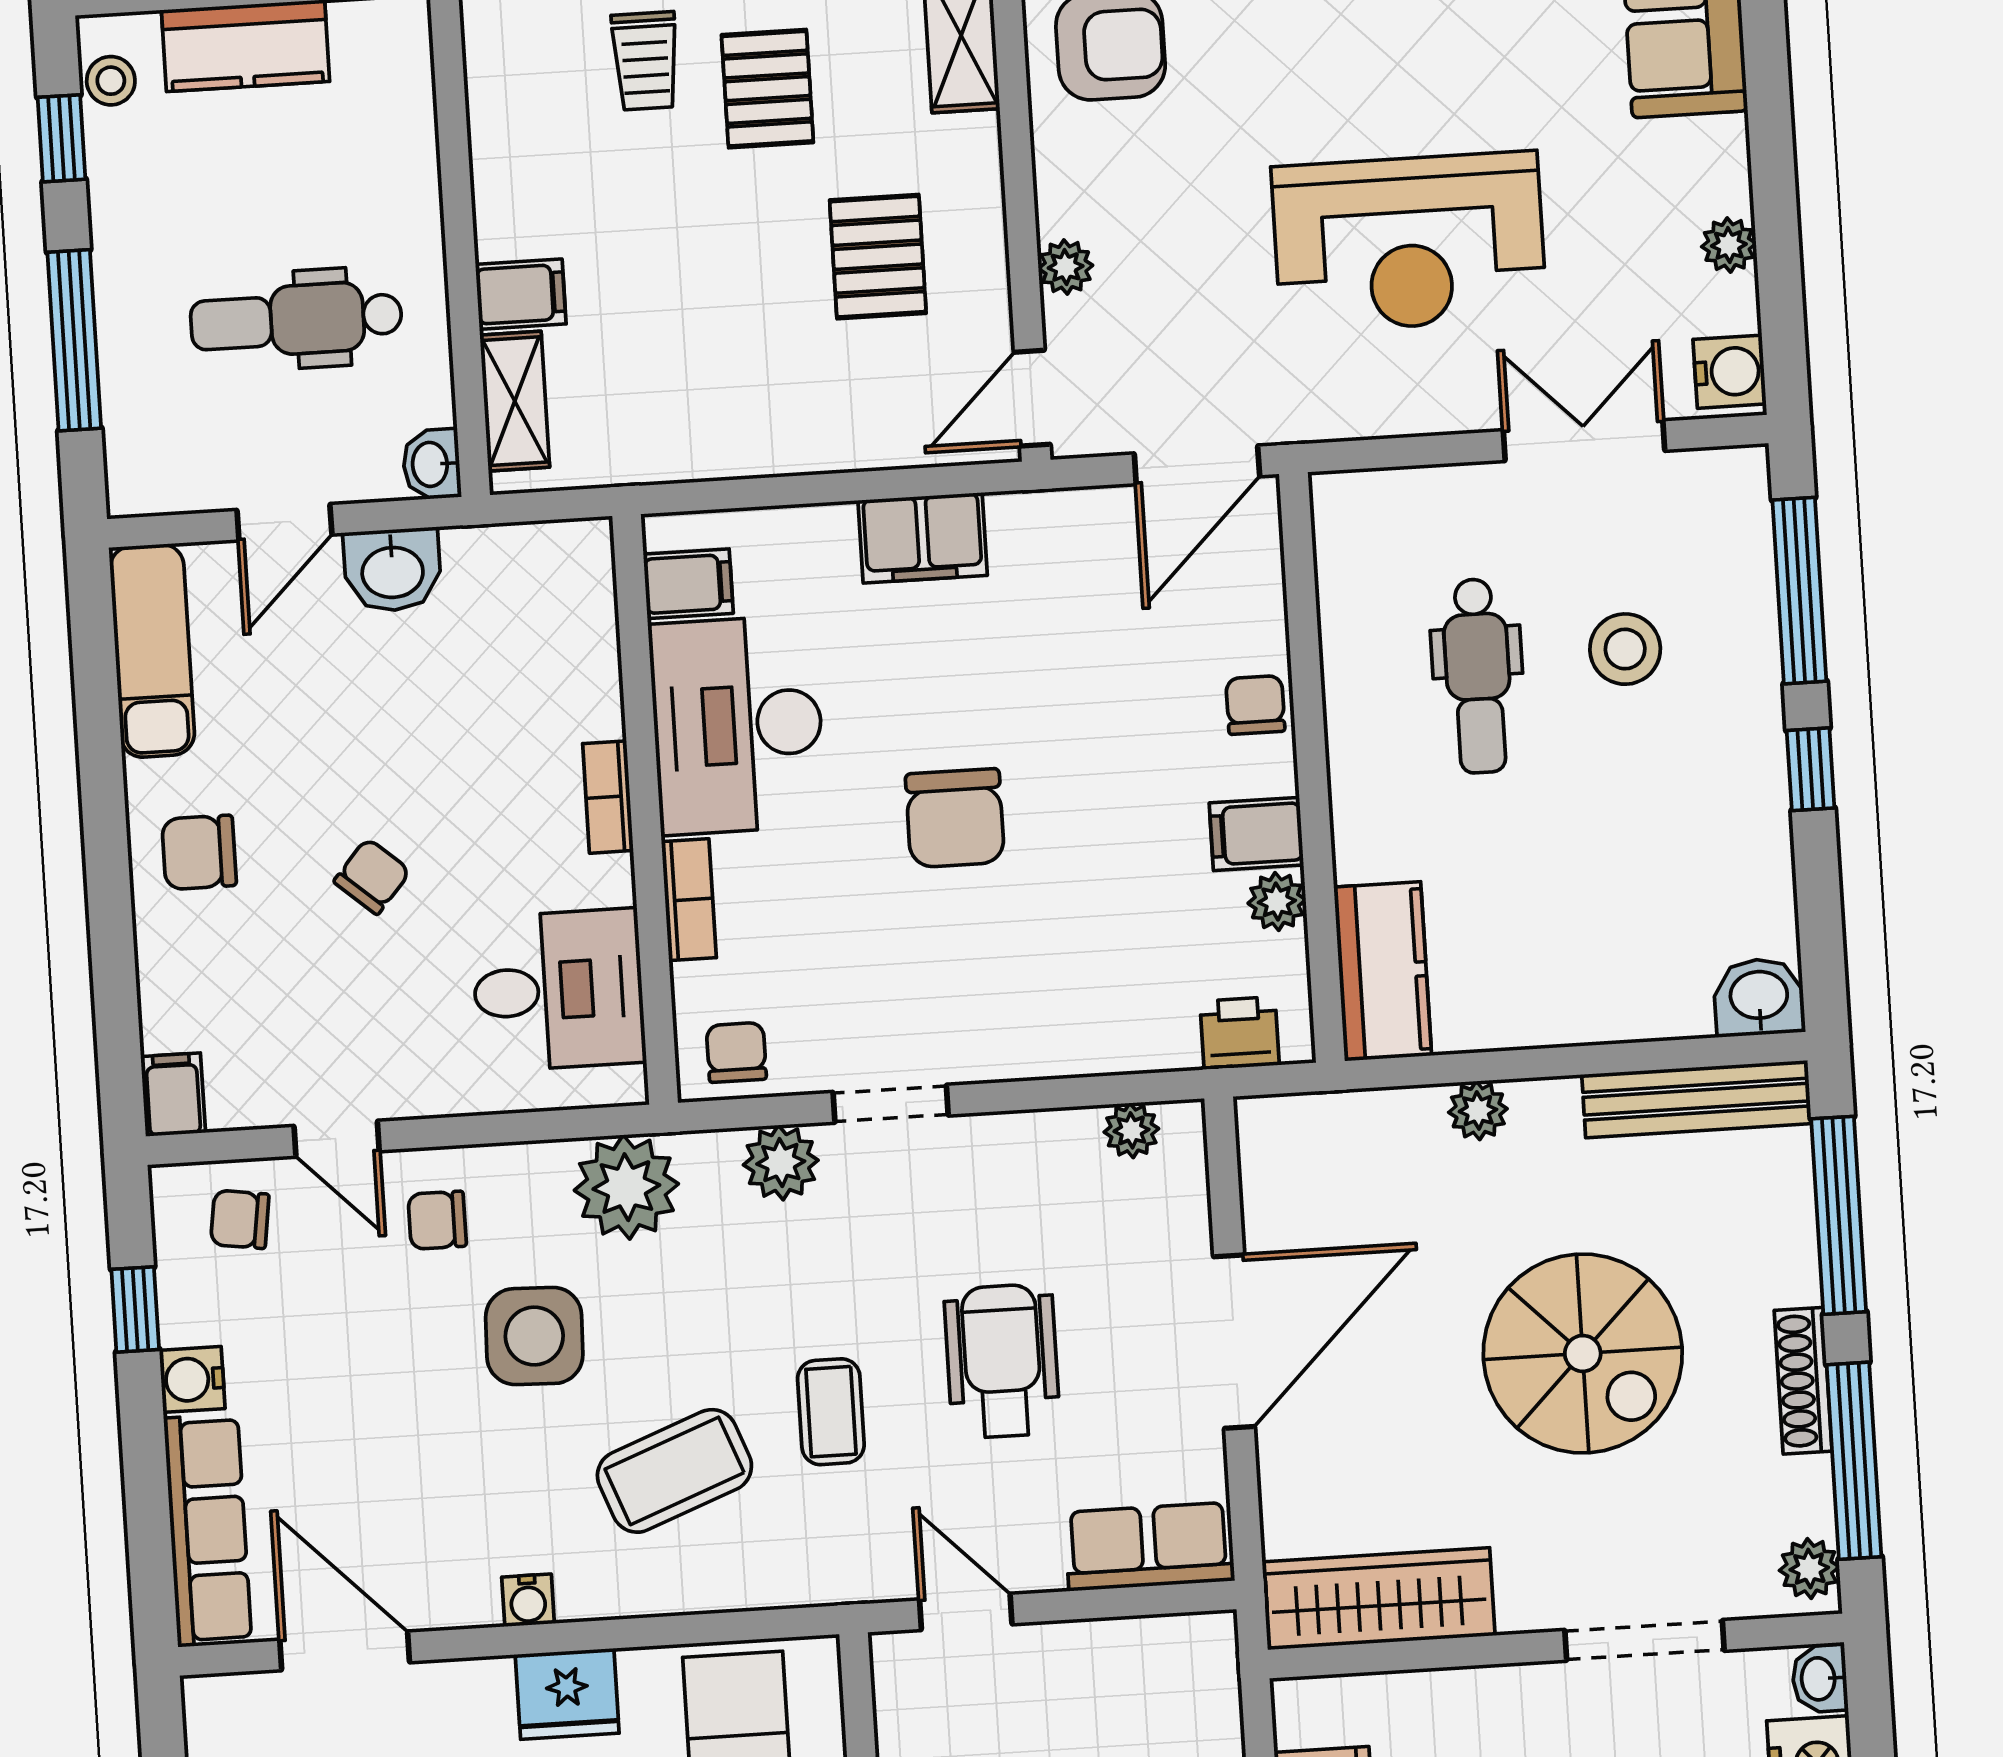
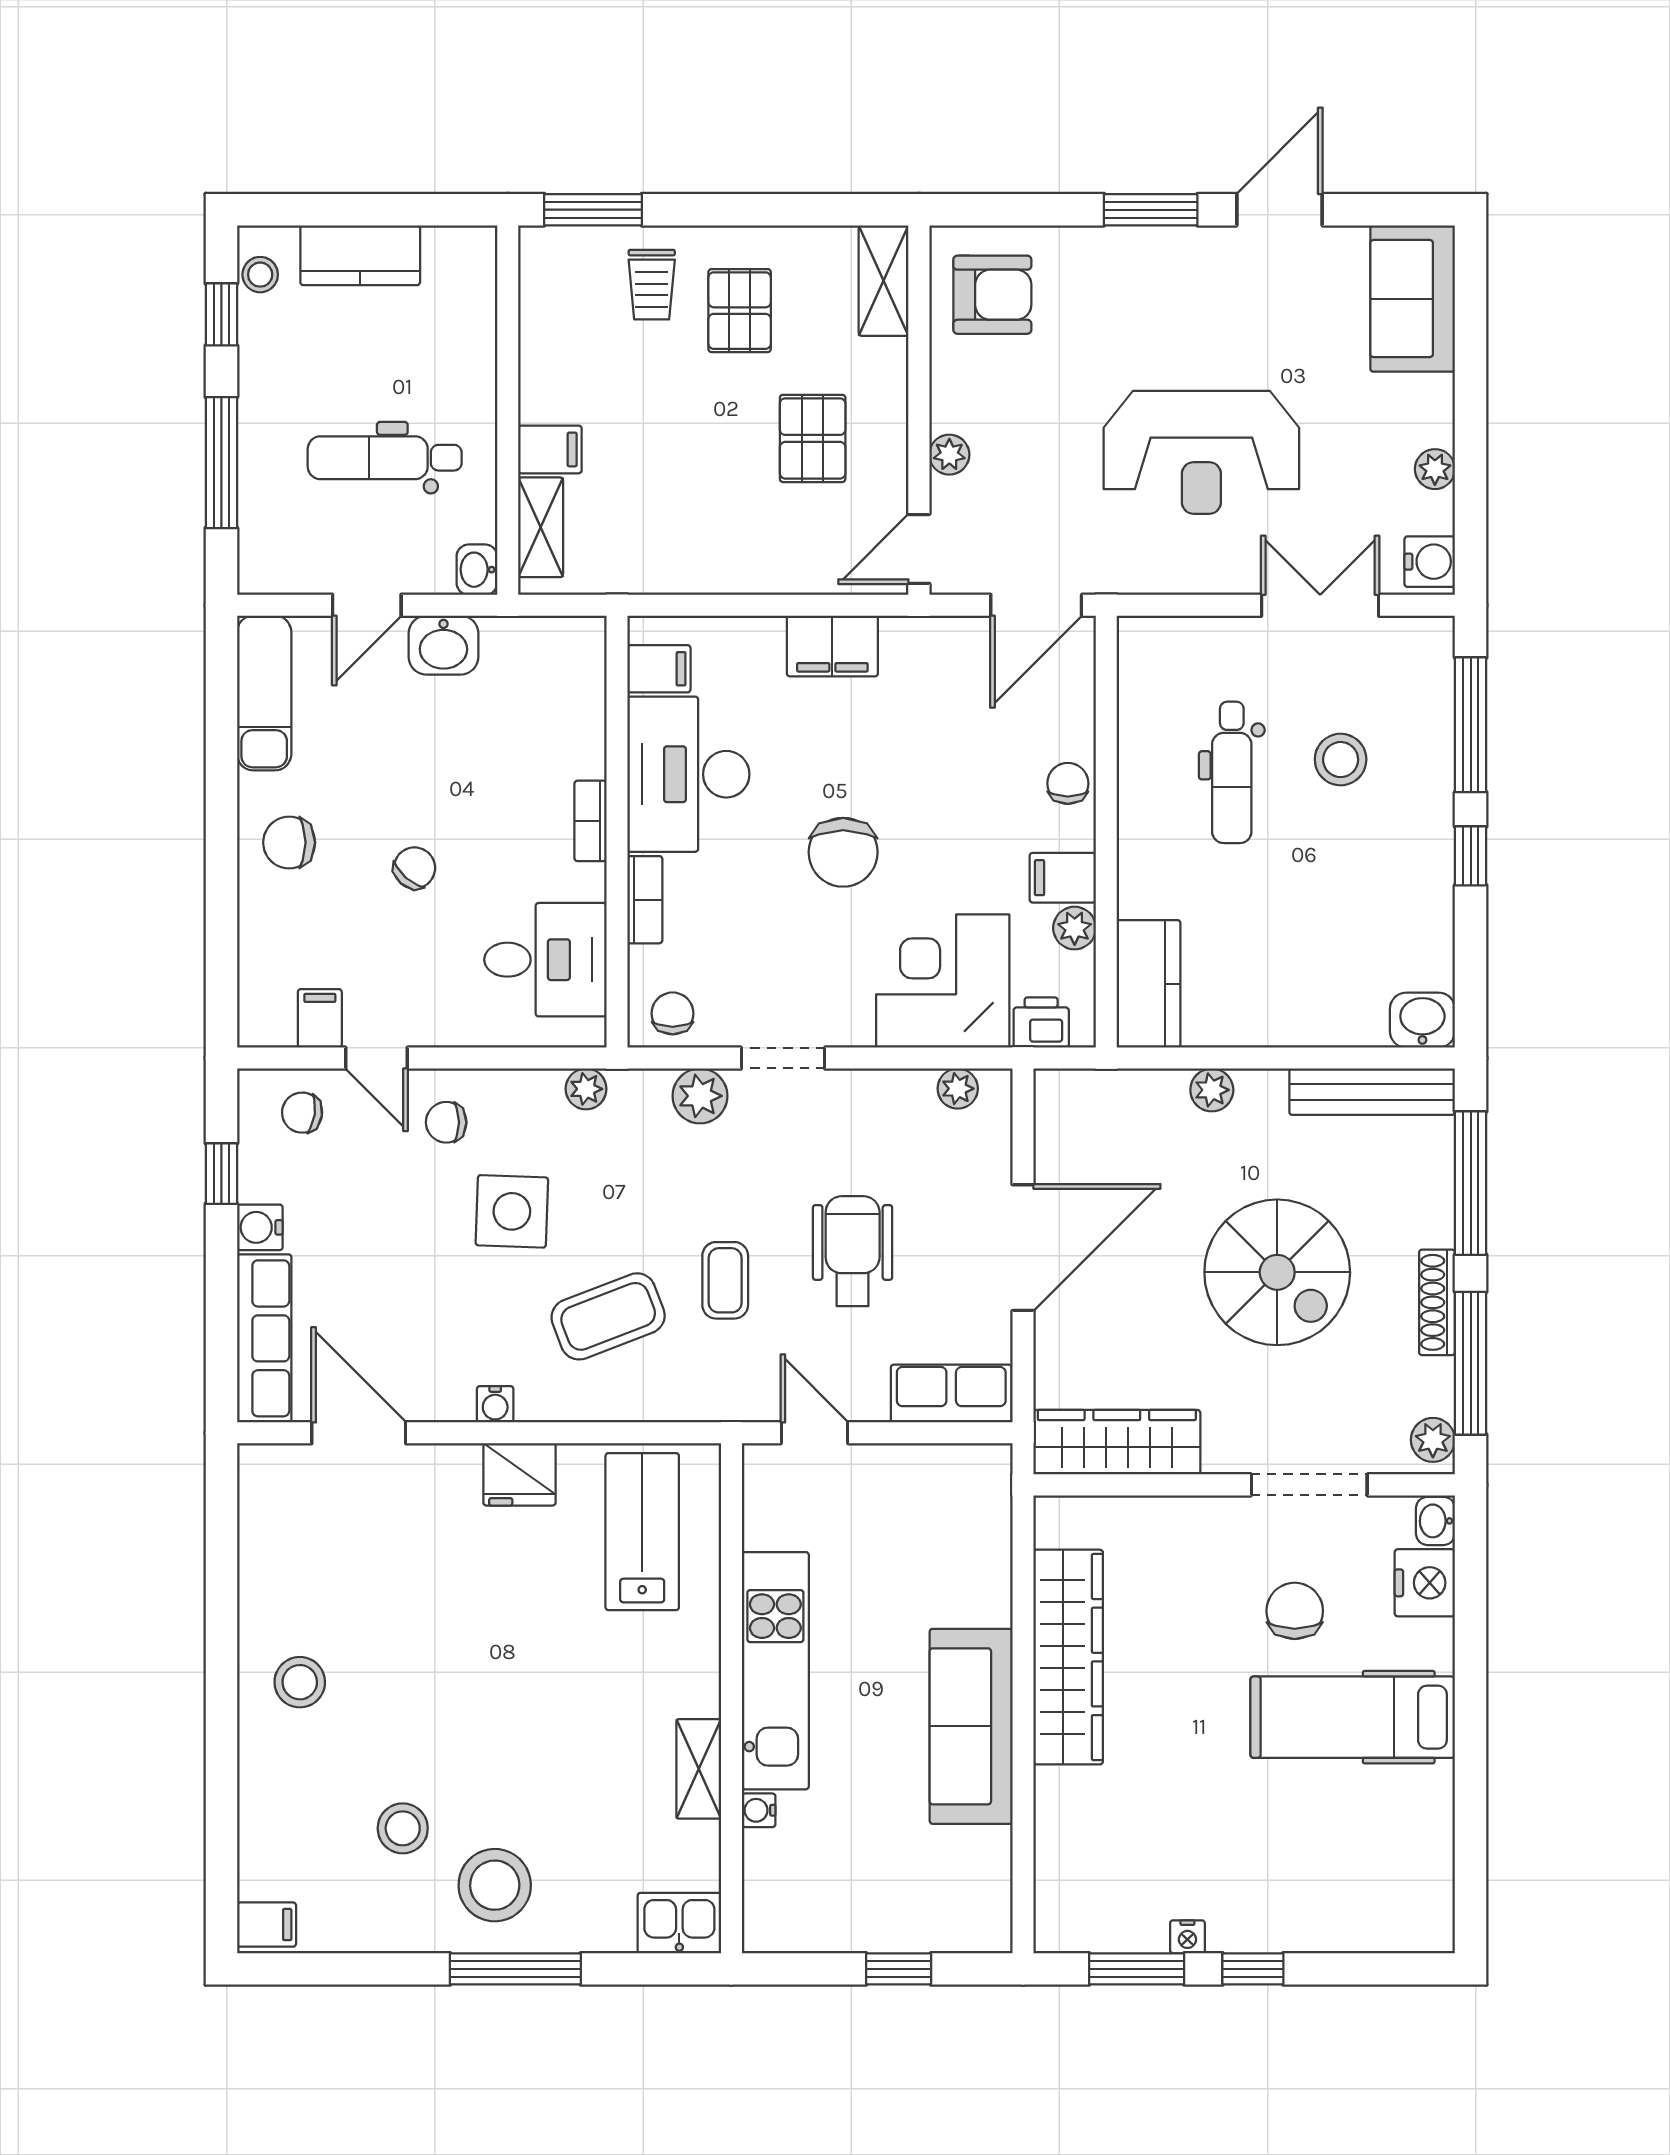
corner desk: (1102, 985) -> (943, 981), added
filing cabinet: (173, 1095) -> (320, 1018), moved
plant: (626, 1187) -> (586, 1089), width x0.53, depth x0.53

